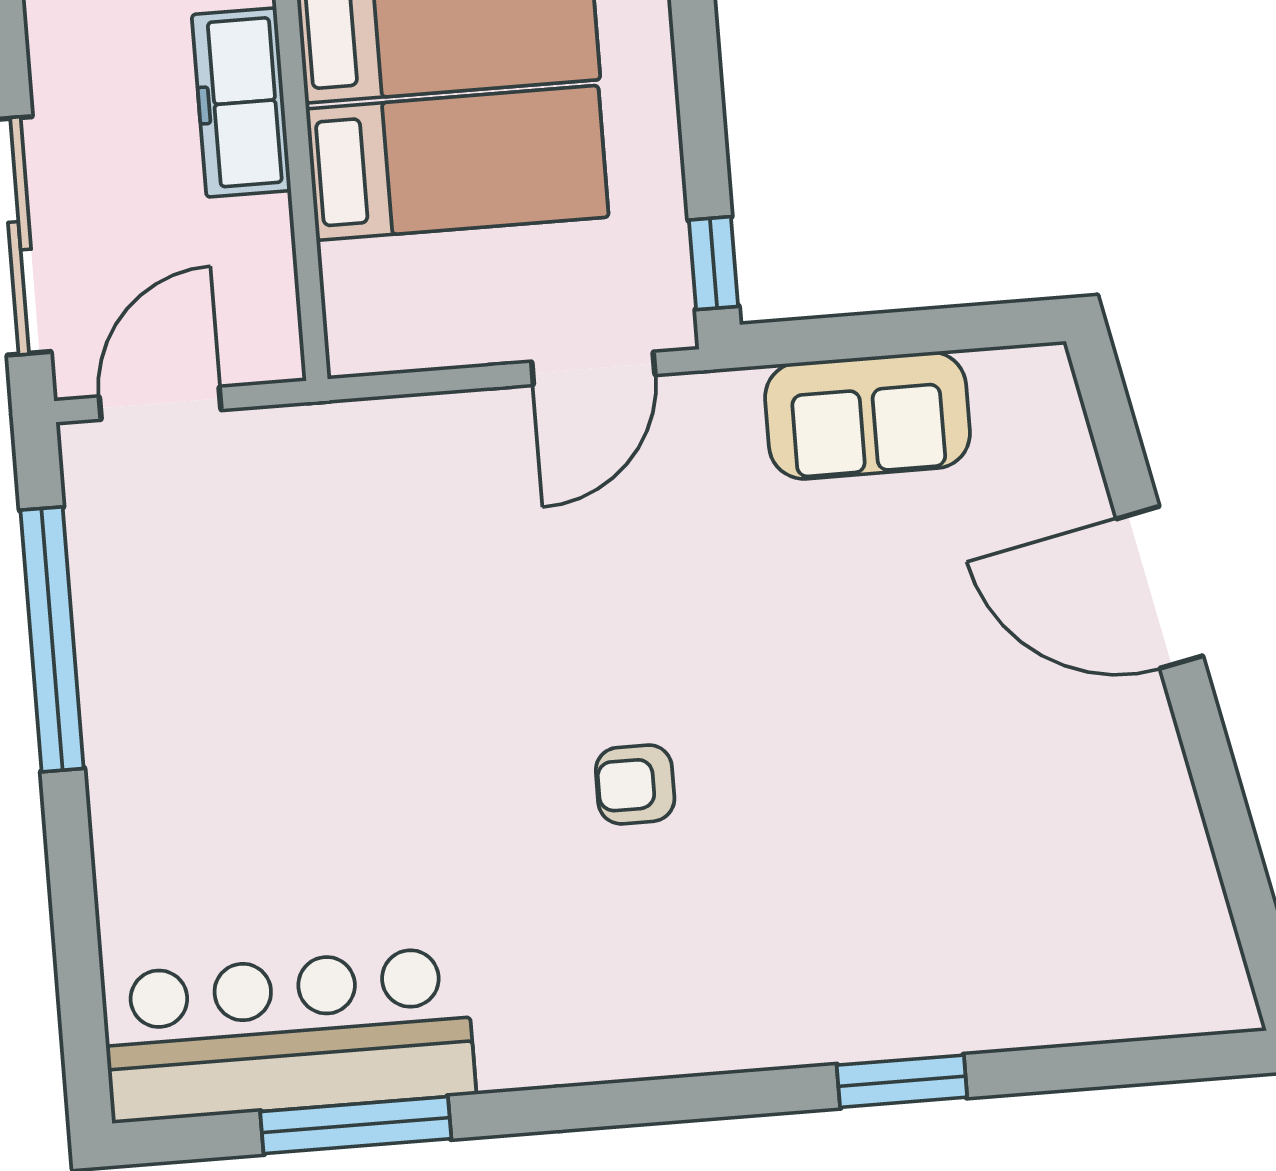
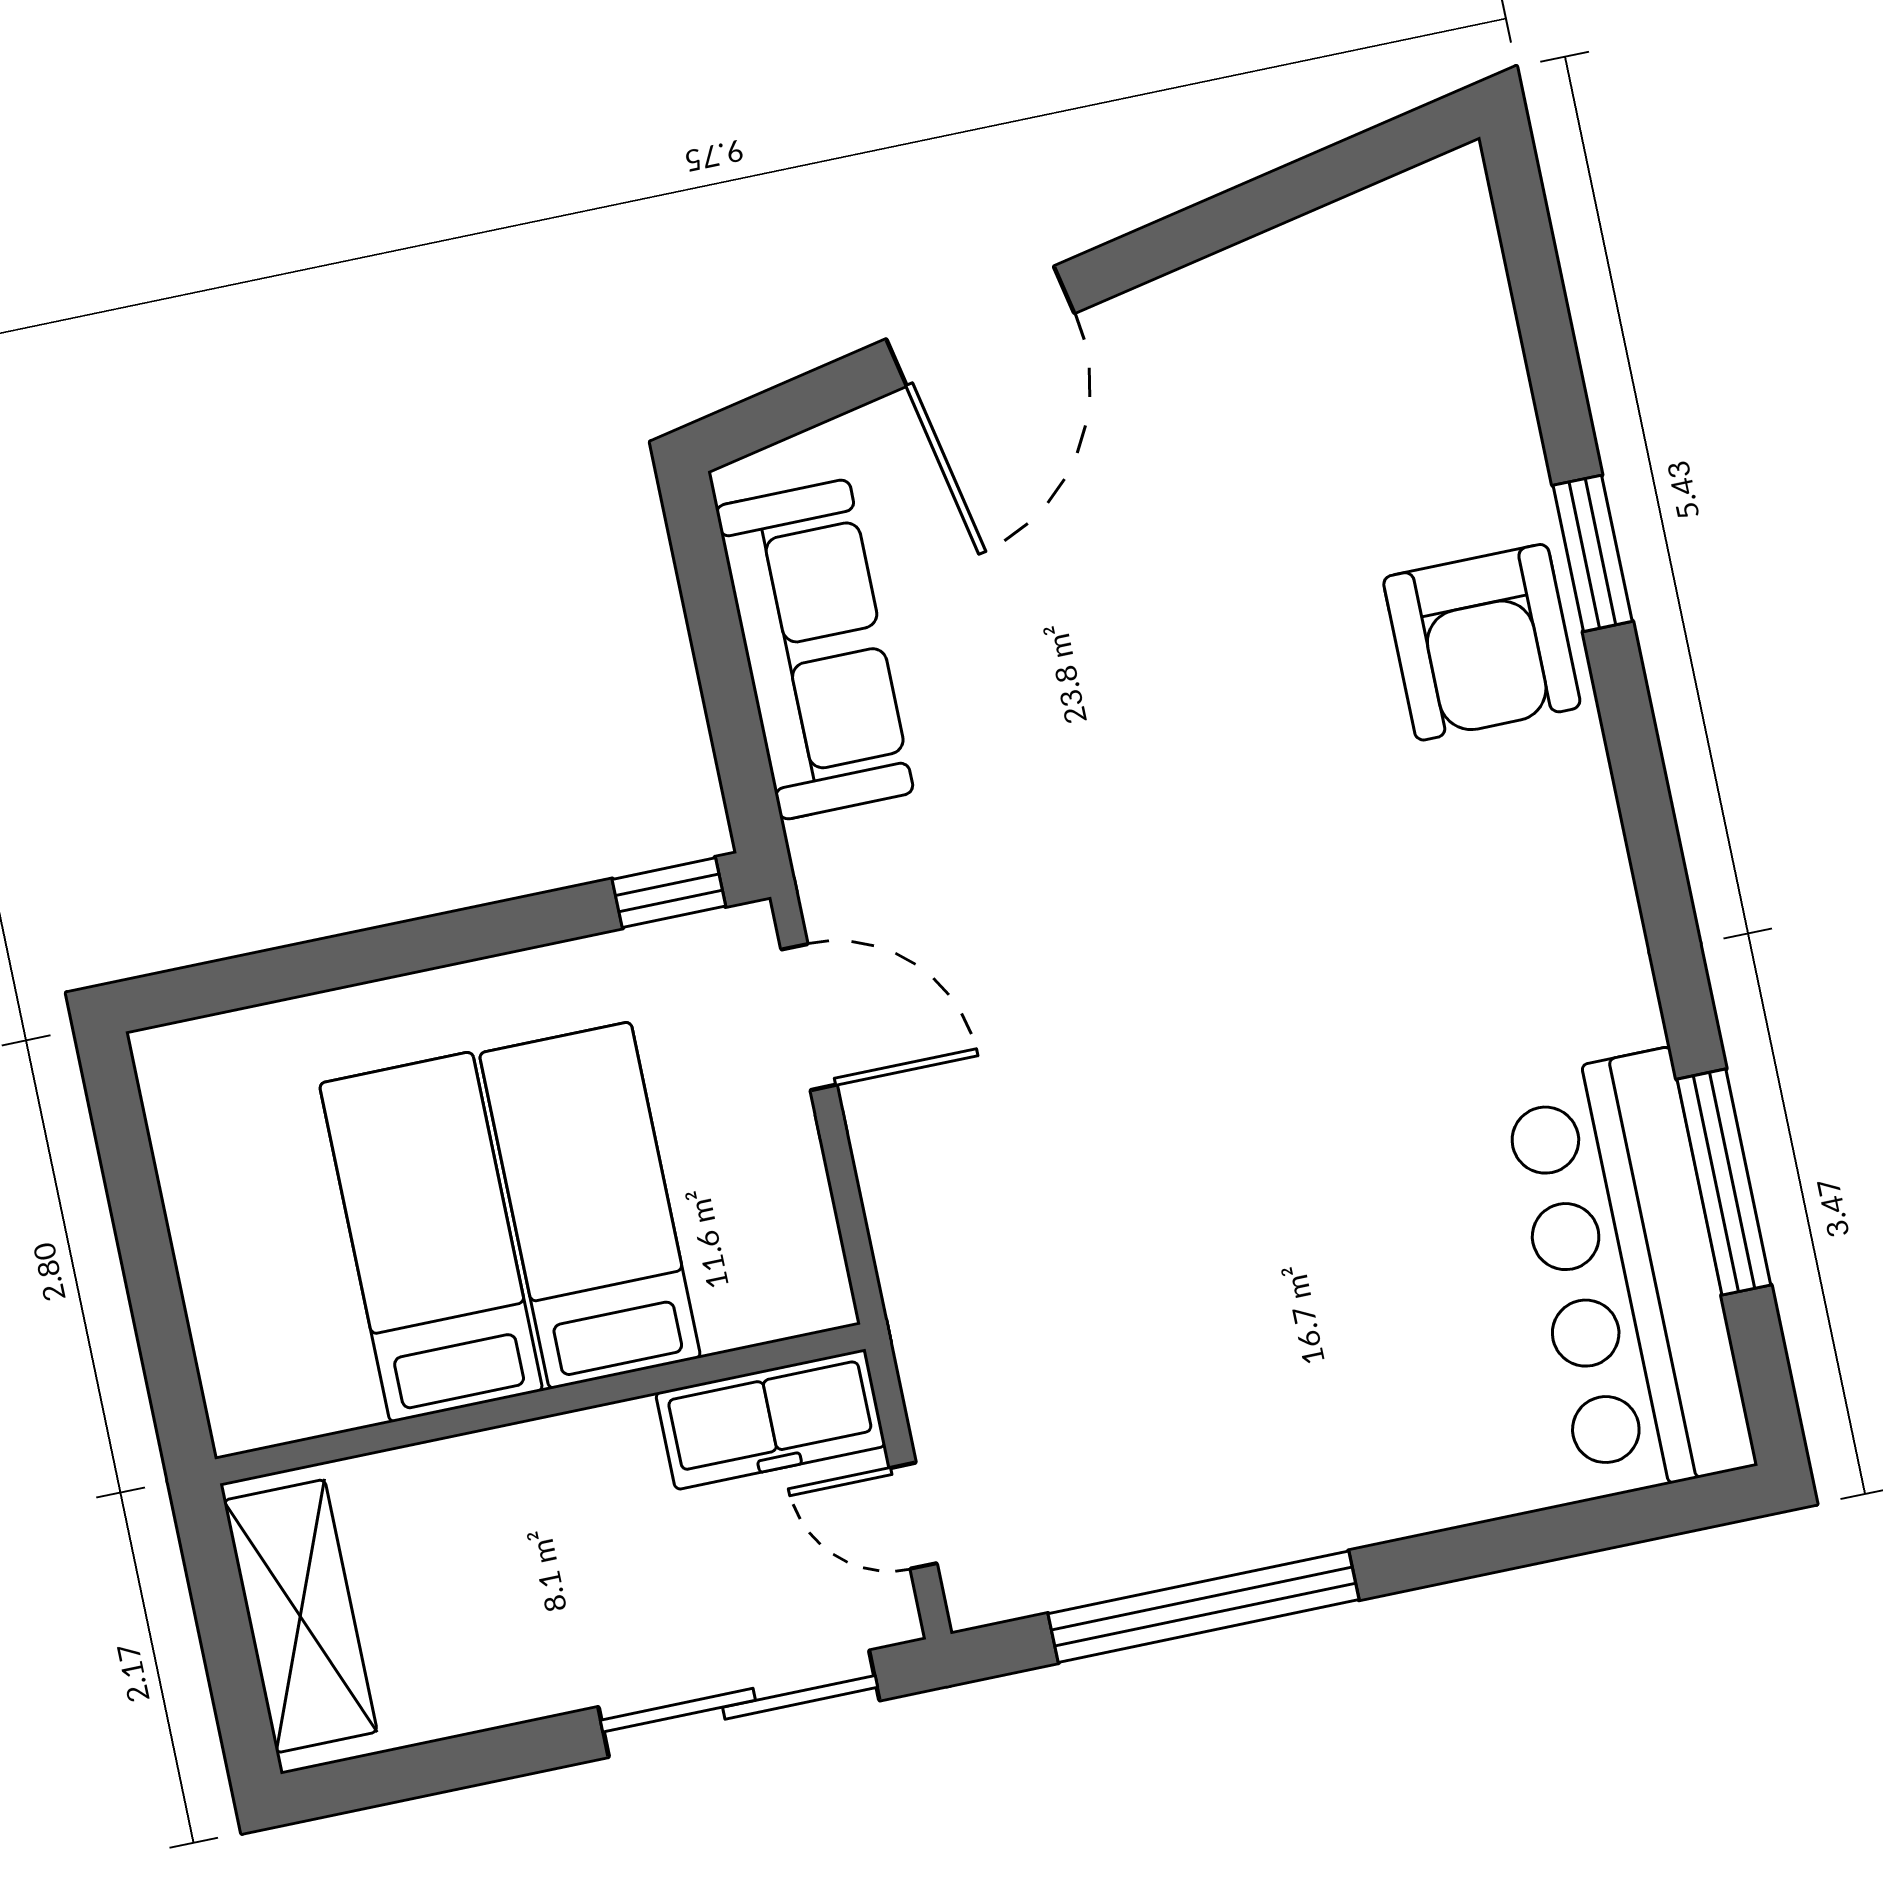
freezer: (241, 103) -> (771, 1419), moved
door: (160, 403) -> (913, 1516), width x0.73
sofa: (867, 415) -> (815, 650), width x1.36
armchair: (635, 784) -> (1482, 642), moved, width x1.88, depth x1.88

